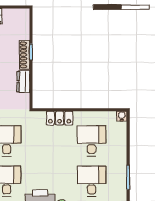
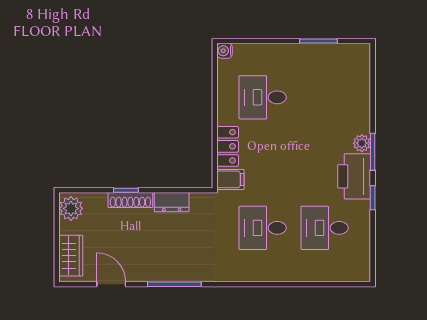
plant: (19, 16) -> (71, 208), added
filing cabinet: (38, 120) -> (230, 179), added
desk: (91, 181) -> (325, 97), removed

